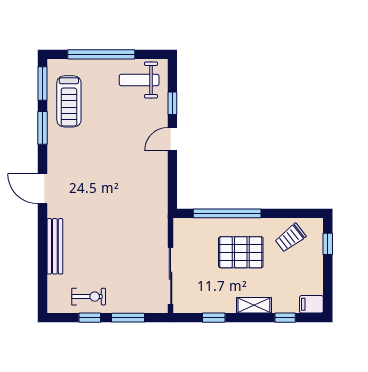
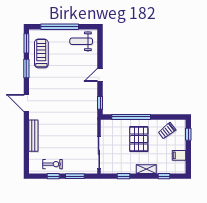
treadmill: (69, 101) -> (41, 53), turned 180
window: (172, 103) -> (100, 103), moved
pallet: (241, 252) -> (139, 139), turned 90
filing cabinet: (311, 304) -> (179, 155), moved

